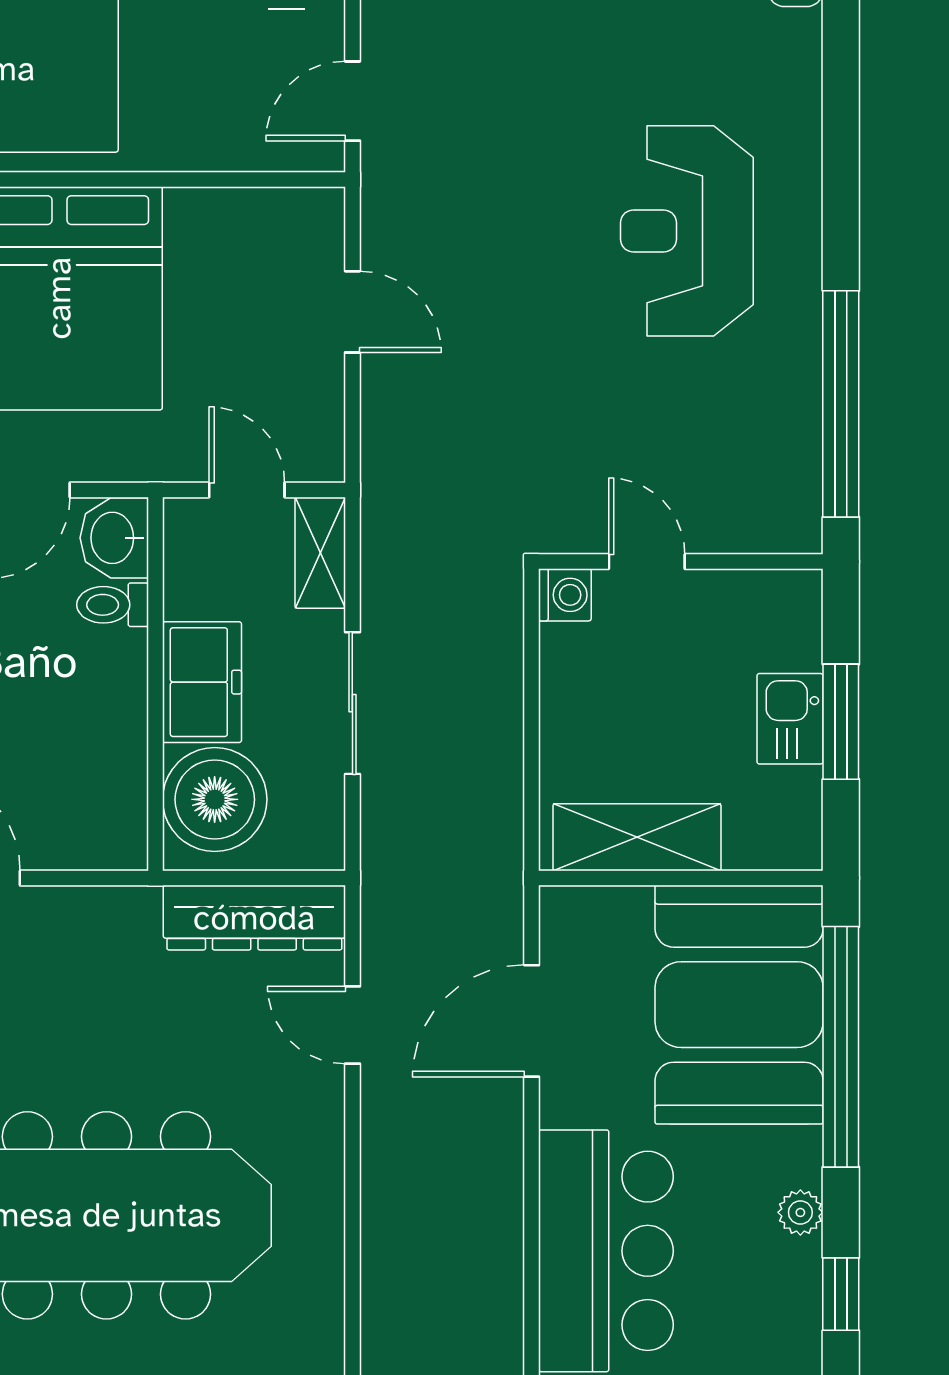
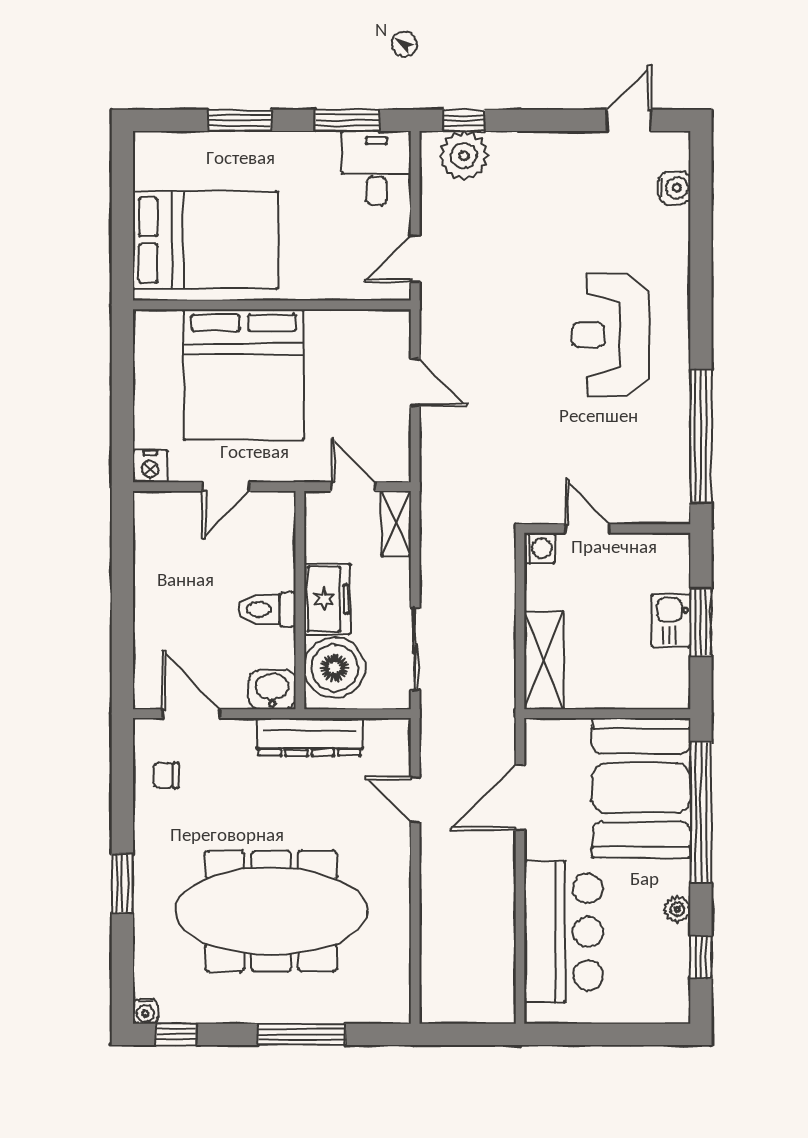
washbasin: (114, 538) -> (272, 690), moved, turned 90
toilet: (113, 605) -> (267, 609), moved, width x1.37, depth x1.39
sliding door: (352, 703) -> (415, 649), moved
shelving: (637, 837) -> (544, 660), moved, turned 90
dresser: (254, 918) -> (310, 737), moved

